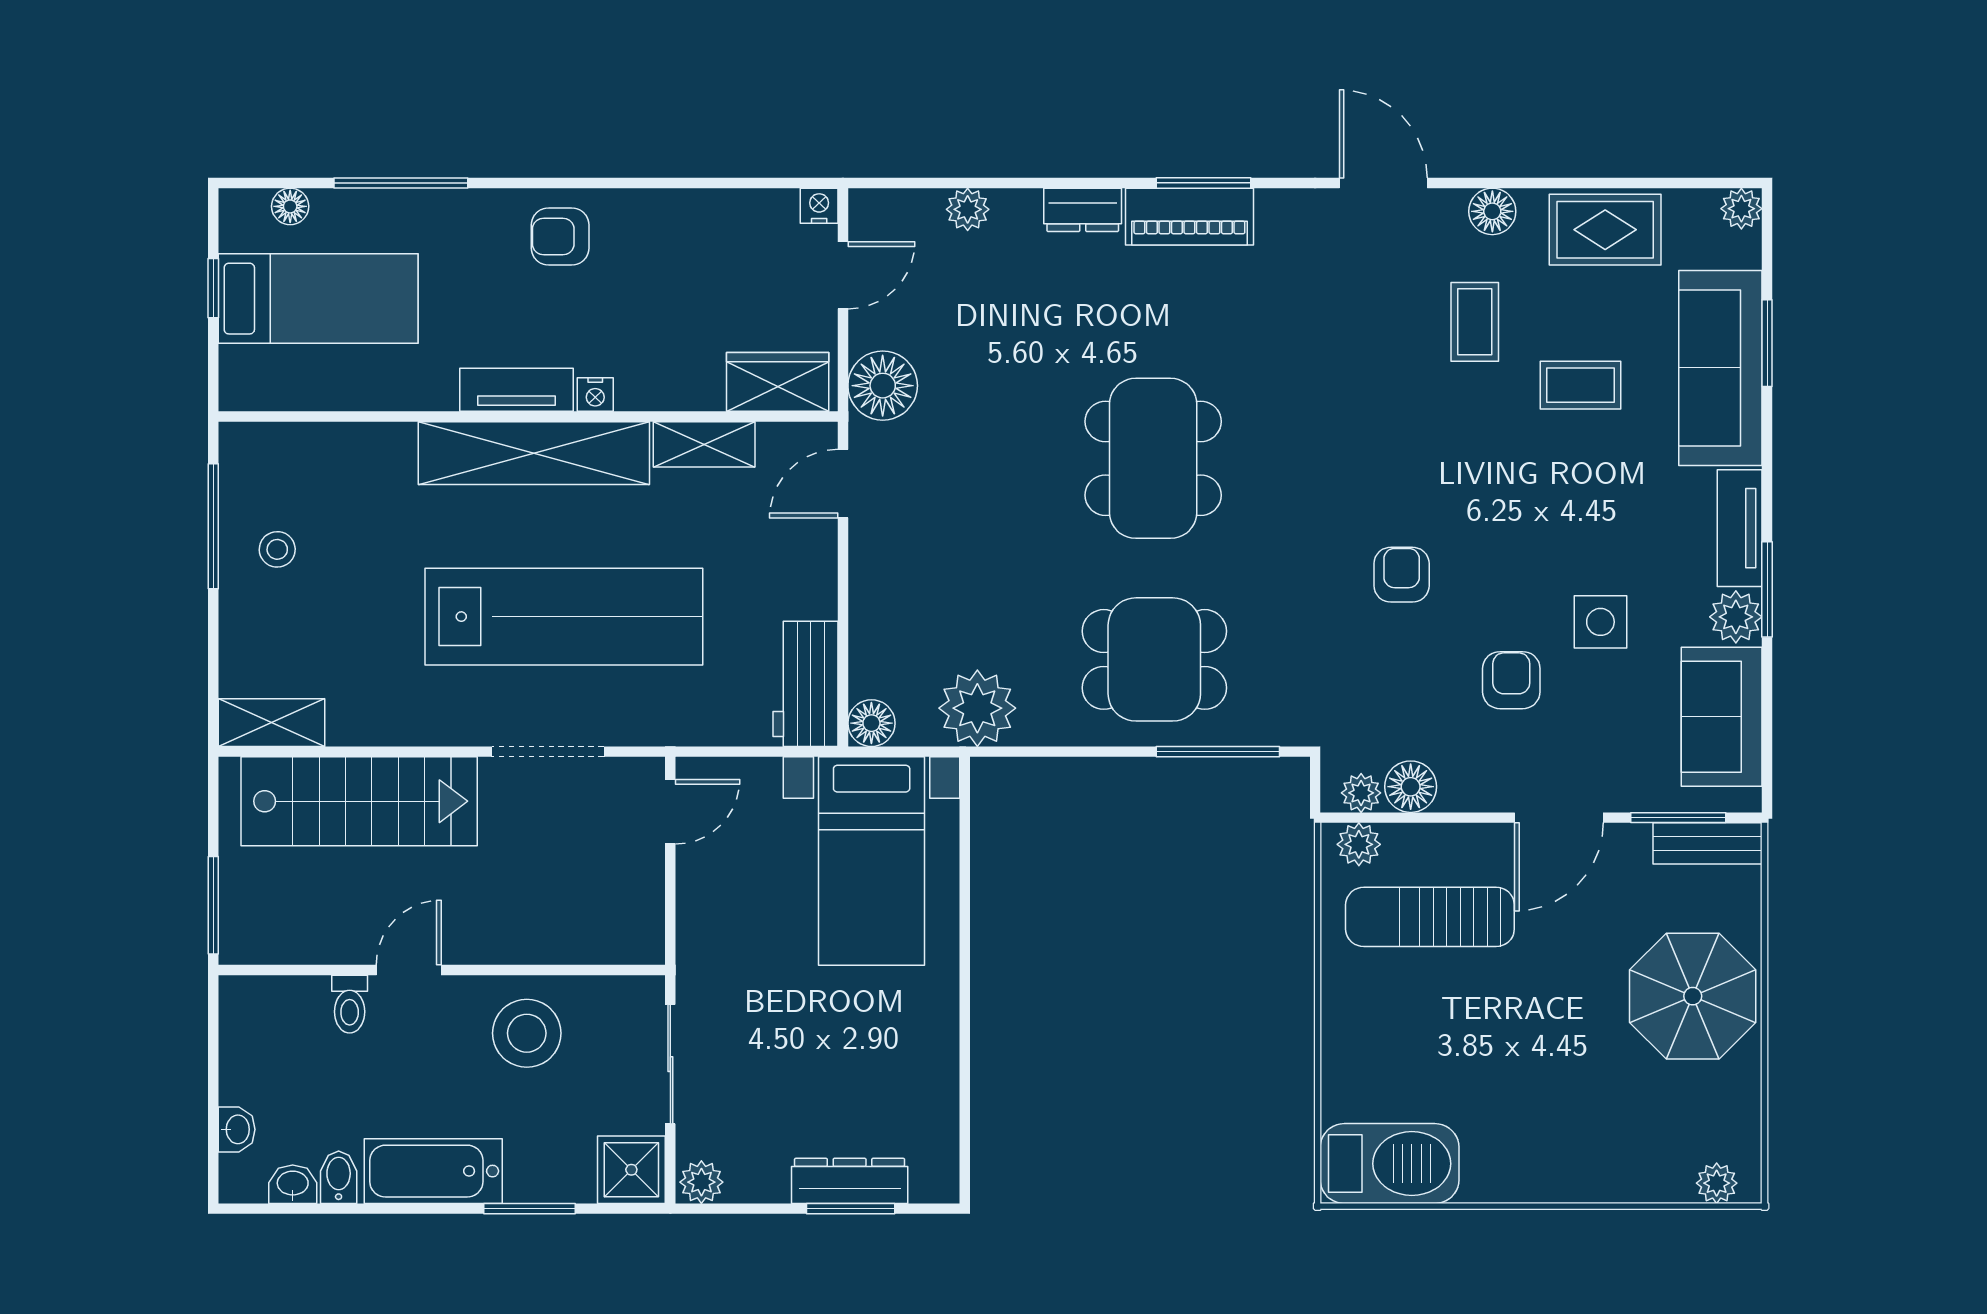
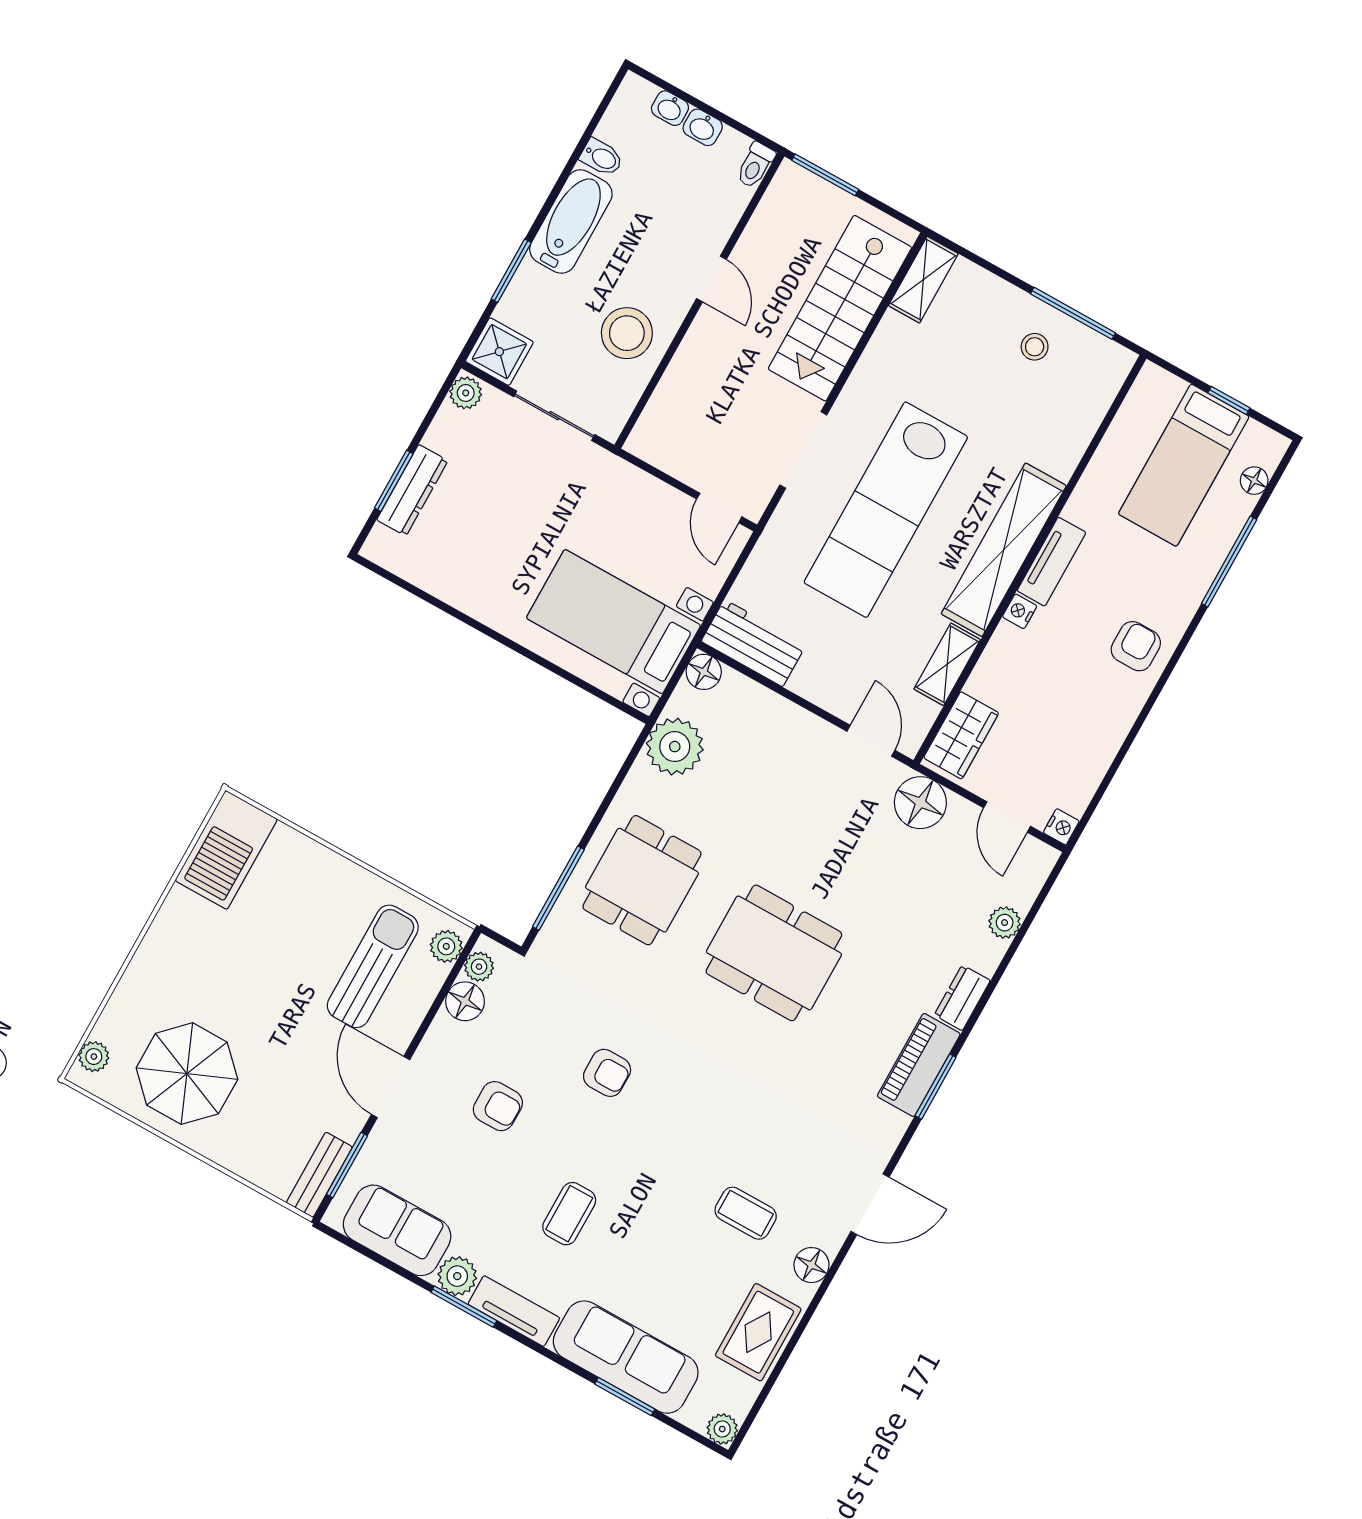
coffee table: (1581, 385) -> (569, 1214), moved
side table: (1600, 622) -> (503, 1186), removed
parasol: (1693, 996) -> (187, 1074), moved
toilet: (350, 1004) -> (755, 165), moved, turned -90
washbasin: (293, 1184) -> (703, 127), moved, turned 90

